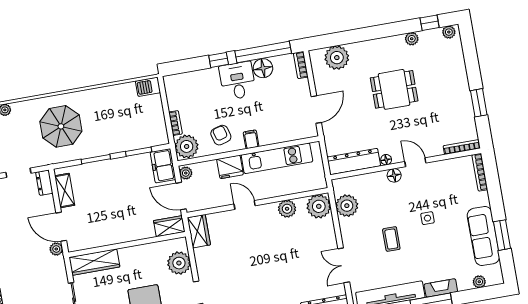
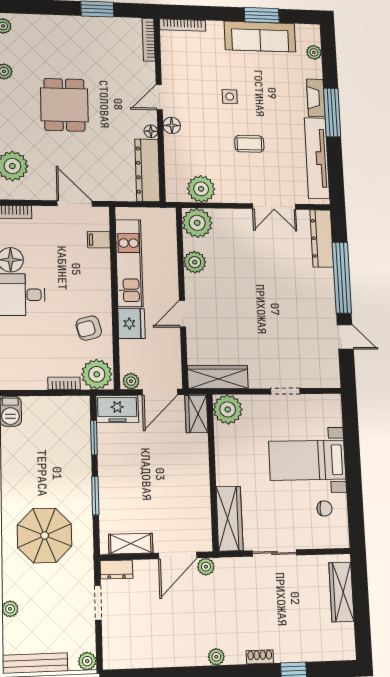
filing cabinet: (251, 139) -> (99, 240), moved
wardrobe: (199, 231) -> (218, 377), width x1.50
plant: (179, 263) -> (228, 409), moved

